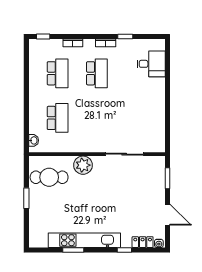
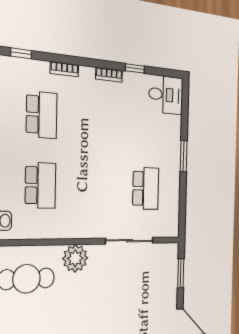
desk: (151, 64) -> (166, 95), moved
school desk: (97, 73) -> (146, 188), moved
window: (168, 94) -> (184, 156), added

